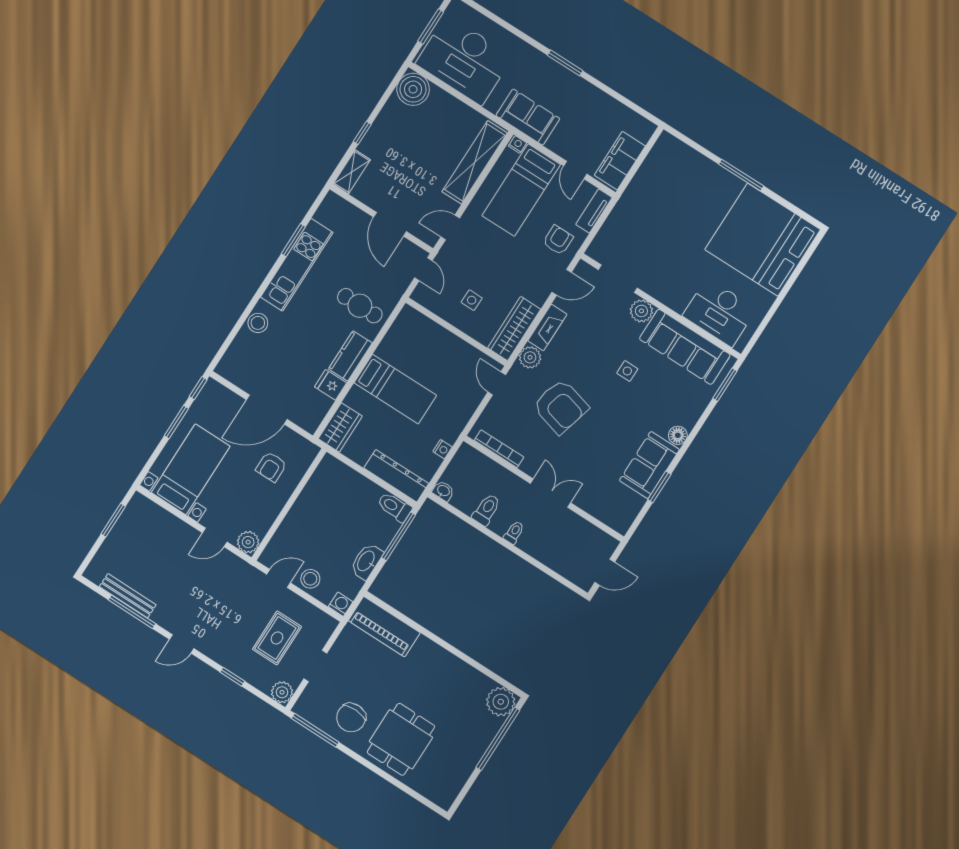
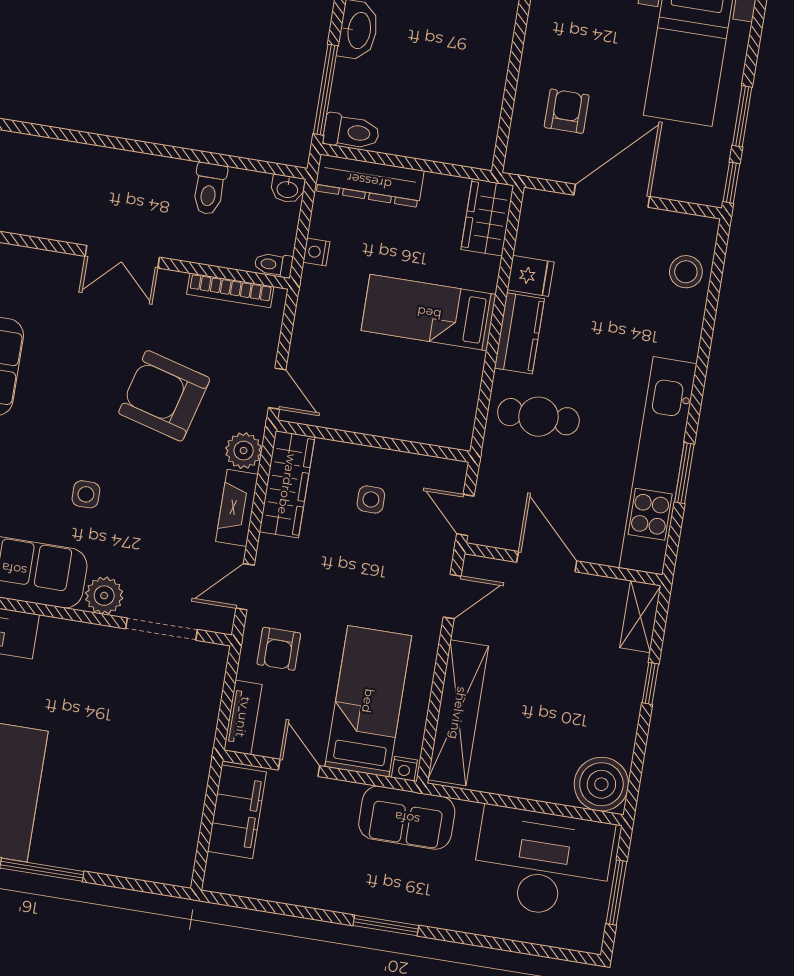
kitchen unit: (297, 265) -> (658, 466), width x1.36
stool: (258, 323) -> (686, 272), moved
toilet: (514, 532) -> (274, 265), moved, turned 90

